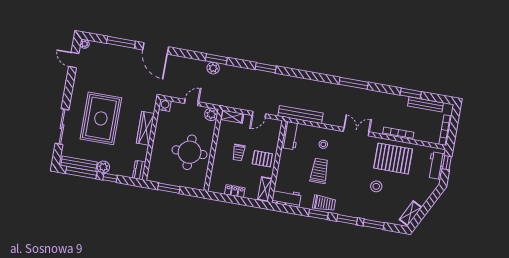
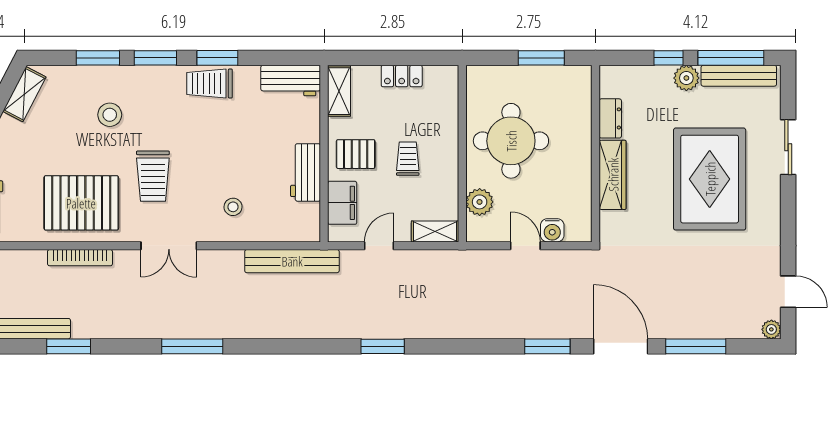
window: (216, 59) -> (547, 346), moved
plant: (213, 68) -> (493, 326), removed
door: (191, 103) -> (525, 246), swing flipped
water cooler: (165, 105) -> (552, 230), moved
plant: (211, 114) -> (480, 202), moved
sliding door: (62, 127) -> (788, 147), width x0.73
workbench: (290, 136) -> (306, 172), moved
filing cabinet: (273, 137) -> (342, 203), added
dresser: (139, 170) -> (610, 118), moved
trolley: (319, 171) -> (153, 176), moved
stool: (376, 186) -> (110, 115), moved

